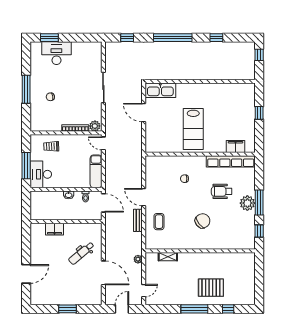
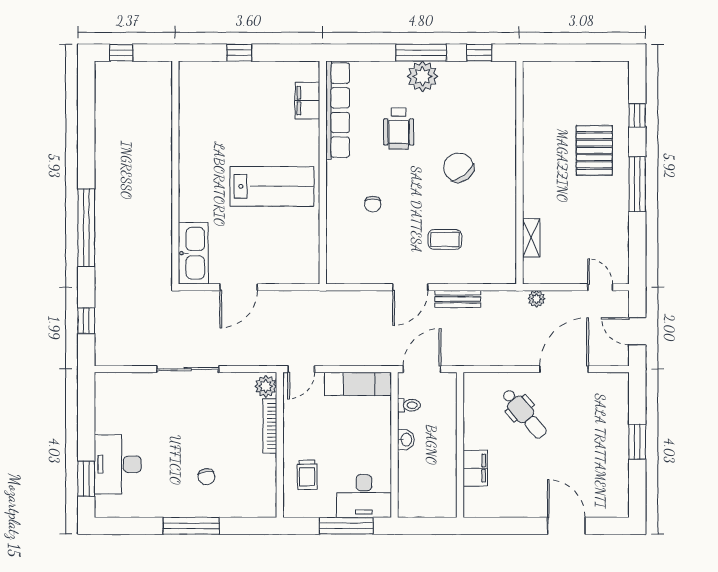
window: (216, 38) -> (86, 139), removed
coffee table: (159, 222) -> (445, 239), moved

